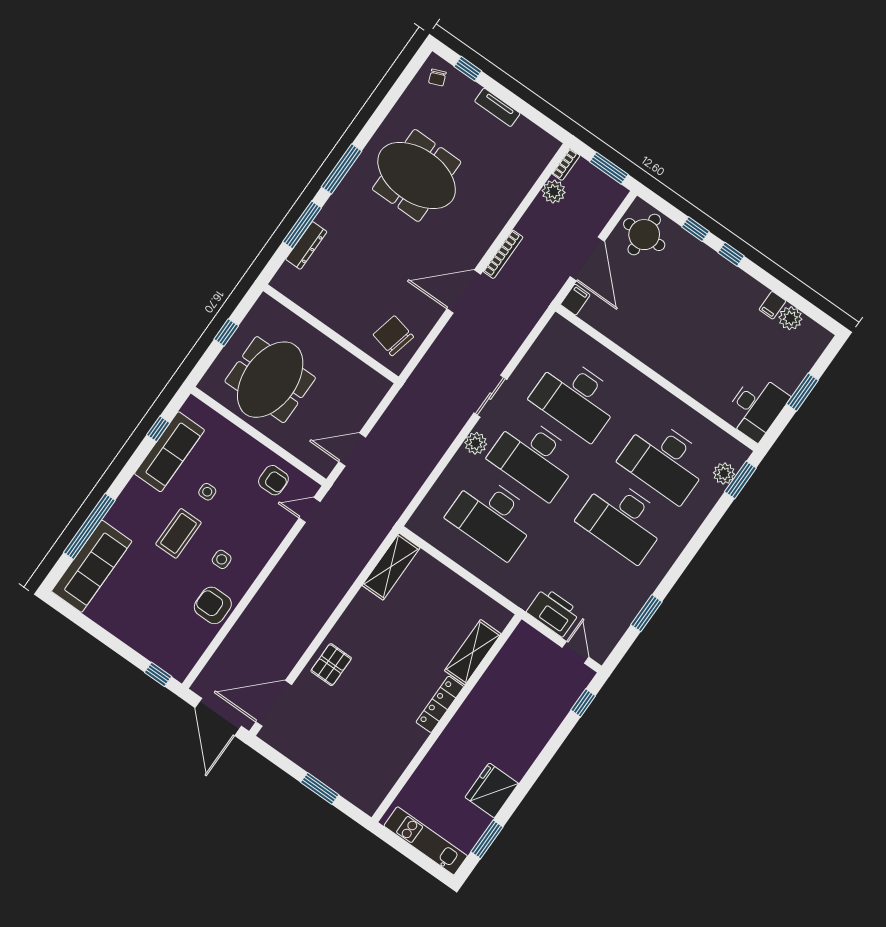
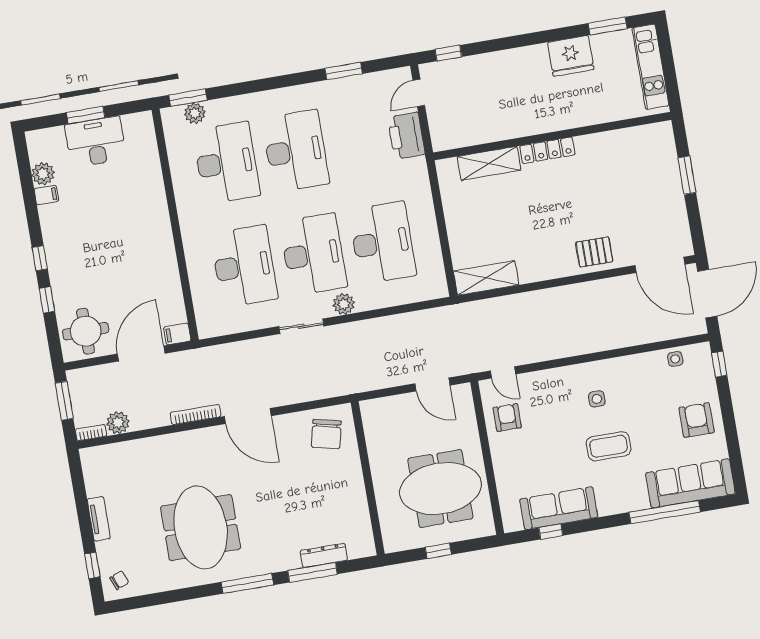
desk: (756, 407) -> (96, 142), moved
side table: (207, 492) -> (675, 359), moved
armchair: (213, 605) -> (697, 420), moved, turned 180

